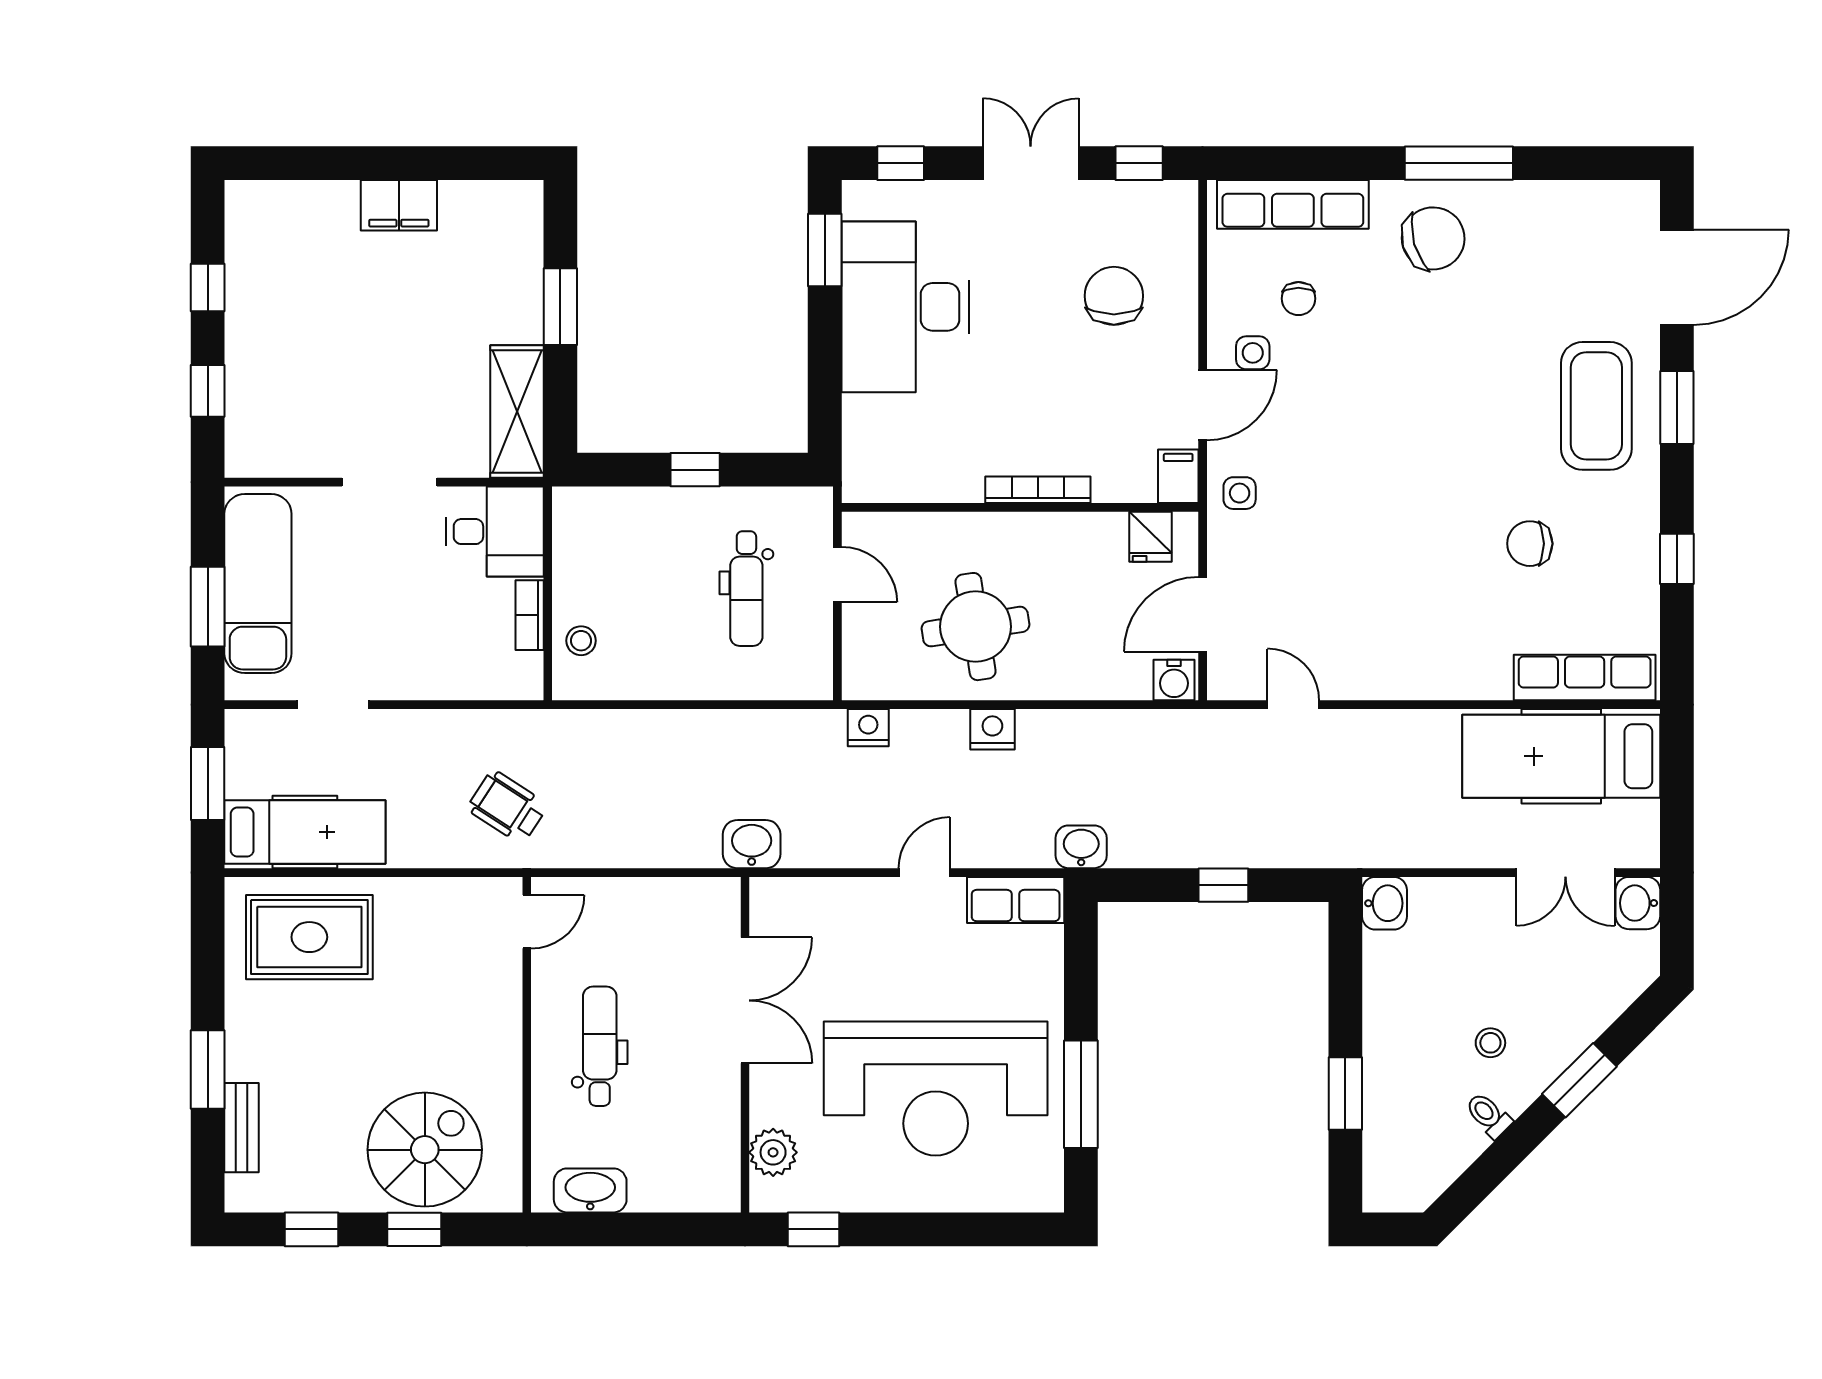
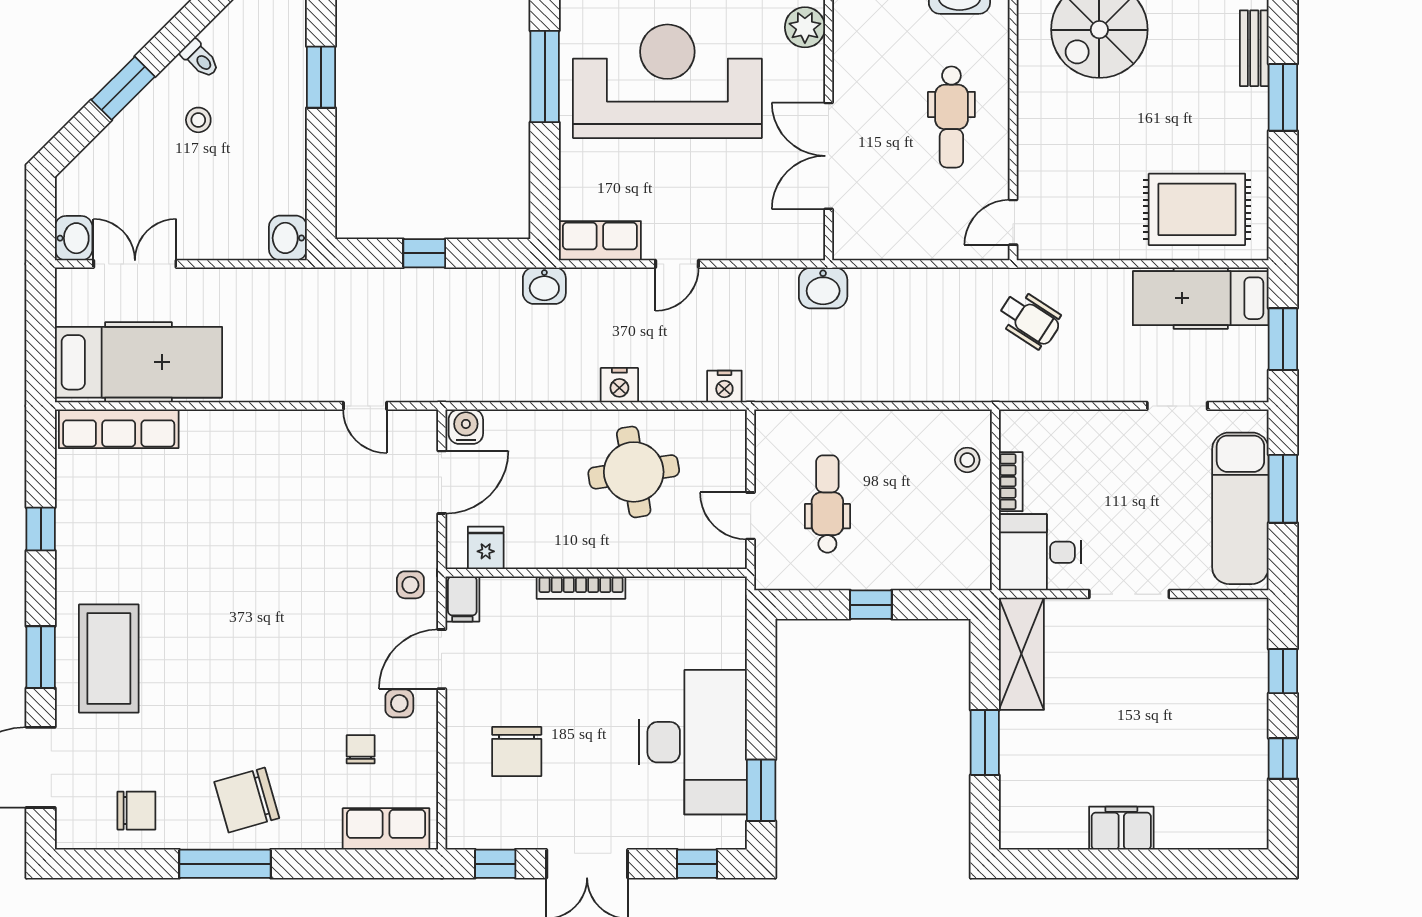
row of seats: (1293, 204) -> (386, 829), width x0.68
chair: (1530, 544) -> (136, 811), moved

